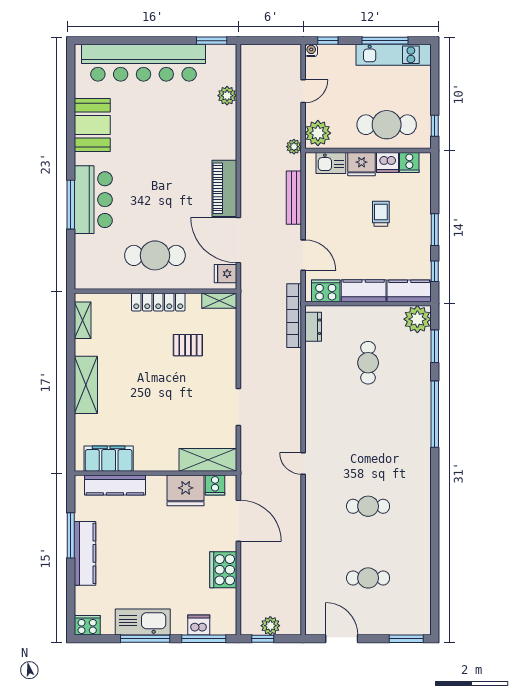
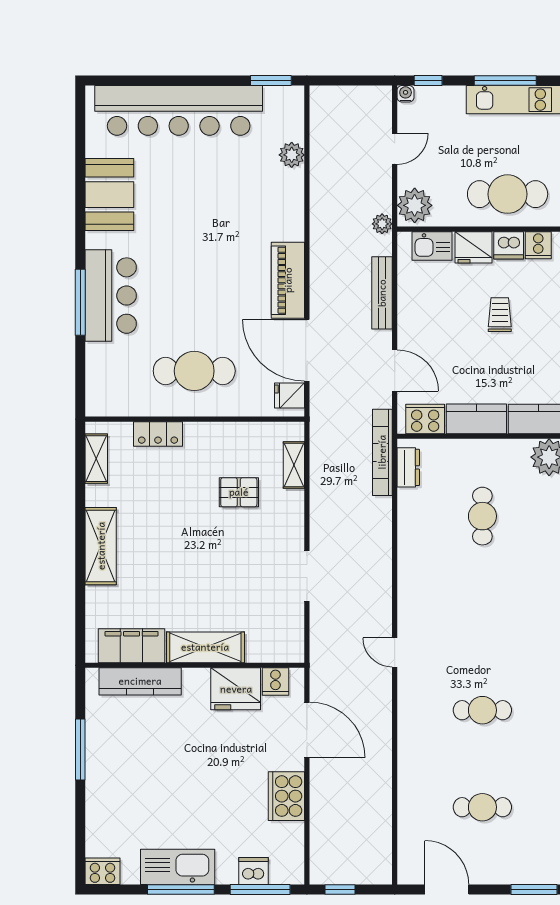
shelving: (219, 301) -> (294, 465), moved, turned 90
locker: (158, 302) -> (158, 434), moved, width x0.66
shelving: (208, 460) -> (205, 647), moved
kitchen counter: (85, 553) -> (100, 774), removed
plant: (270, 626) -> (350, 872), removed

